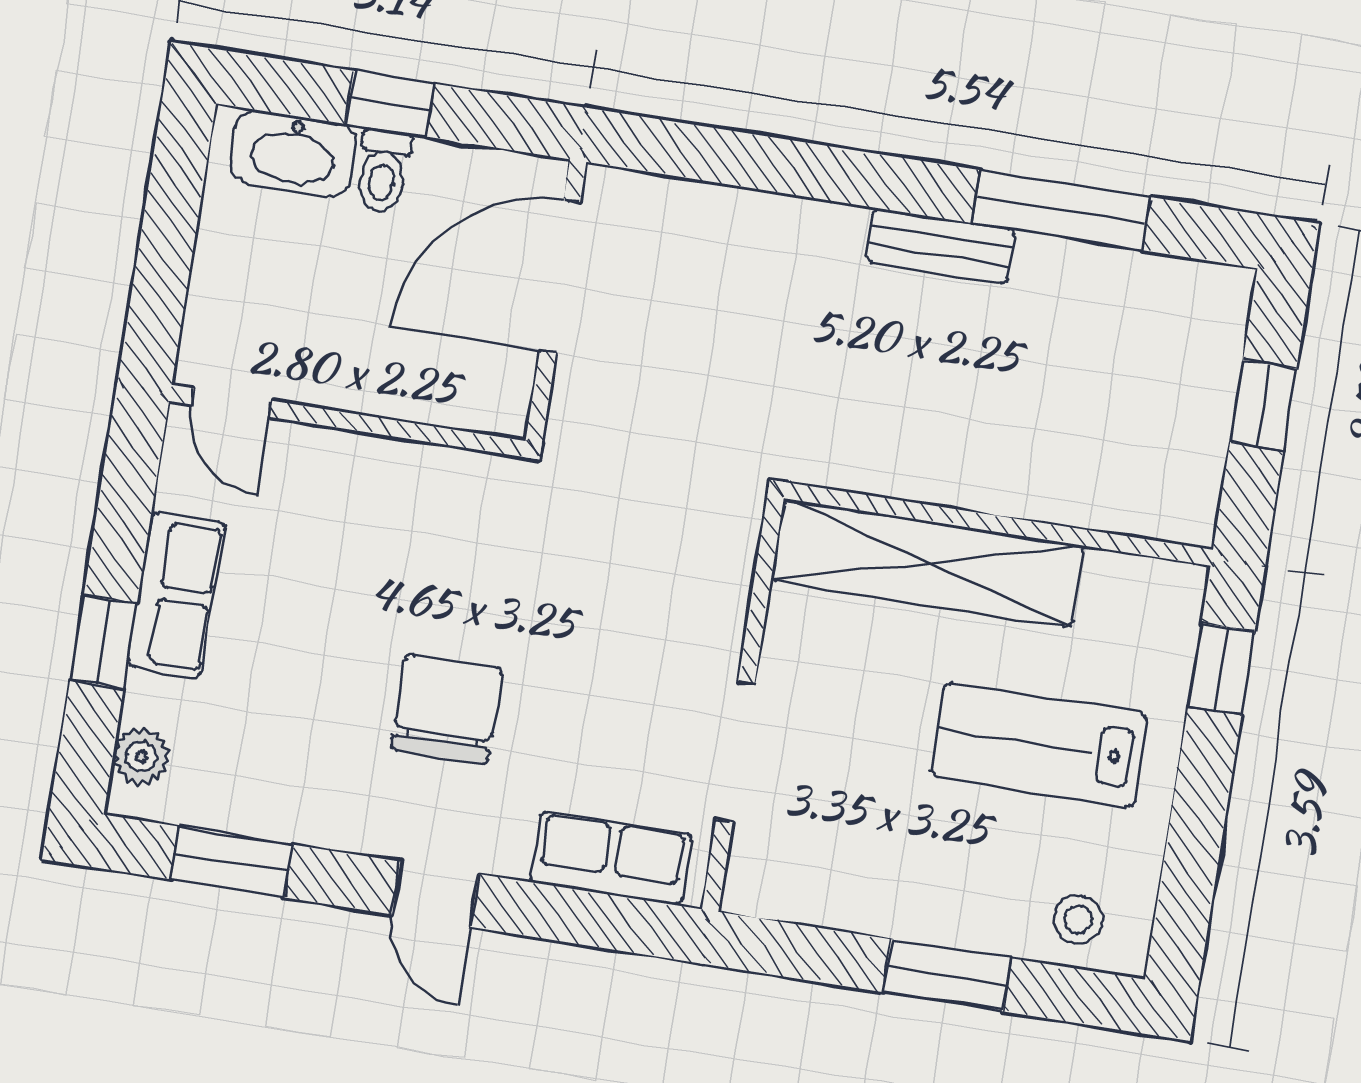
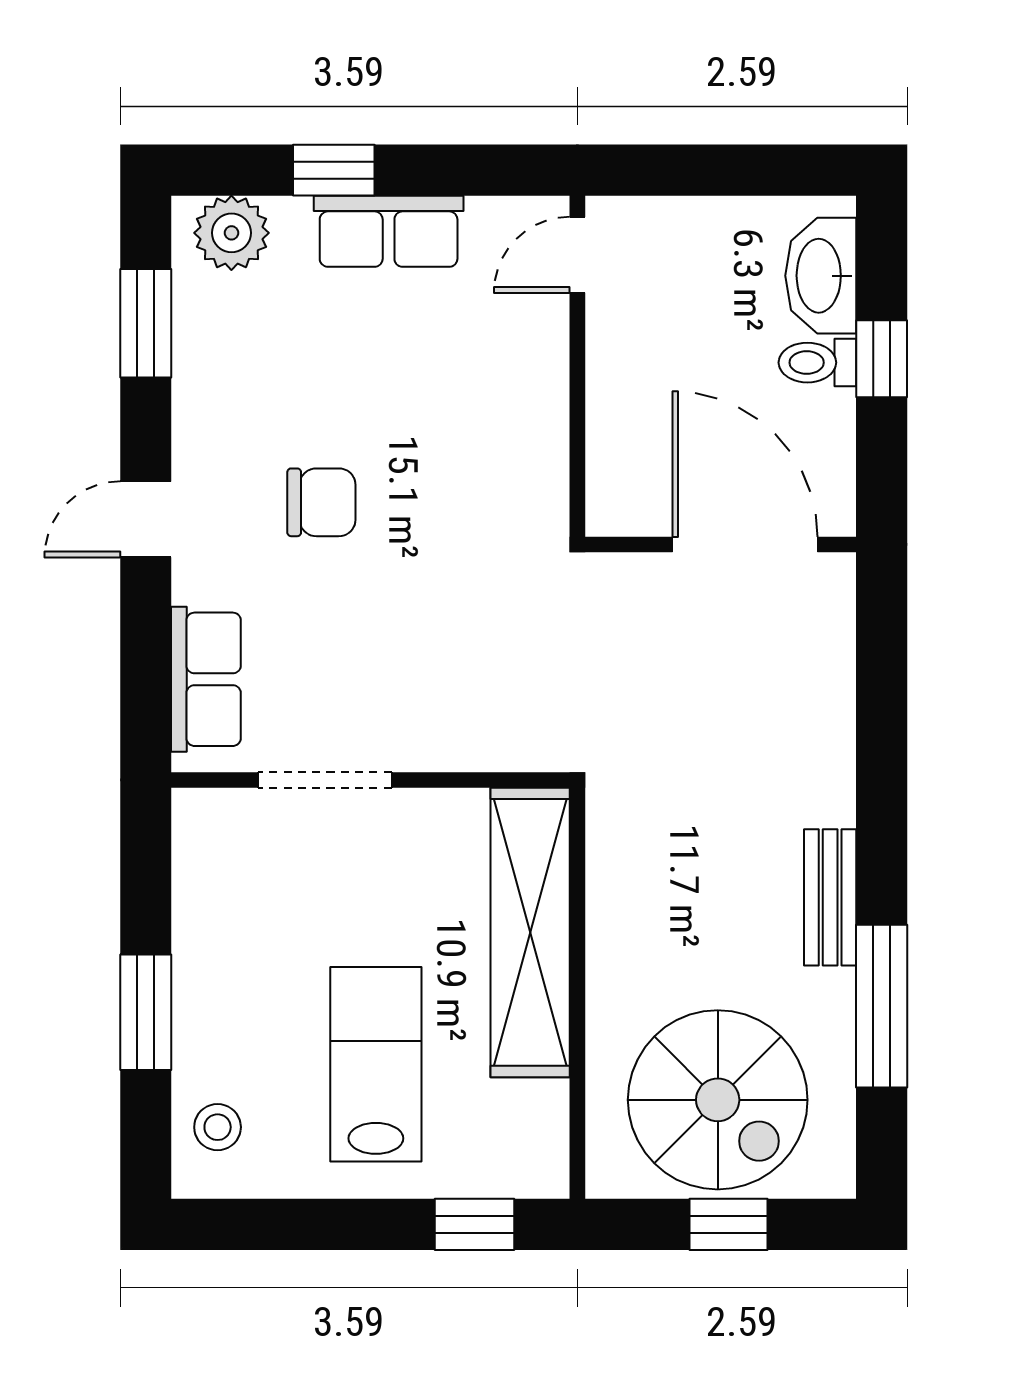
spiral stairs: (1132, 396) -> (718, 1100), added
chair: (447, 709) -> (321, 502), width x0.73, depth x0.73
plant: (141, 756) -> (231, 233), width x1.38, depth x1.38

